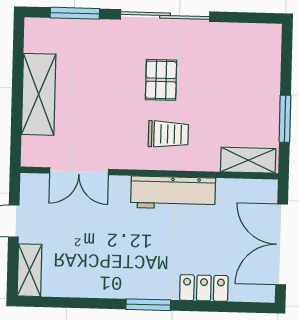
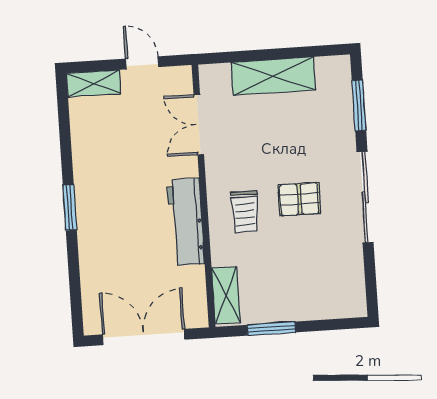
locker: (204, 288) -> (92, 262), removed

